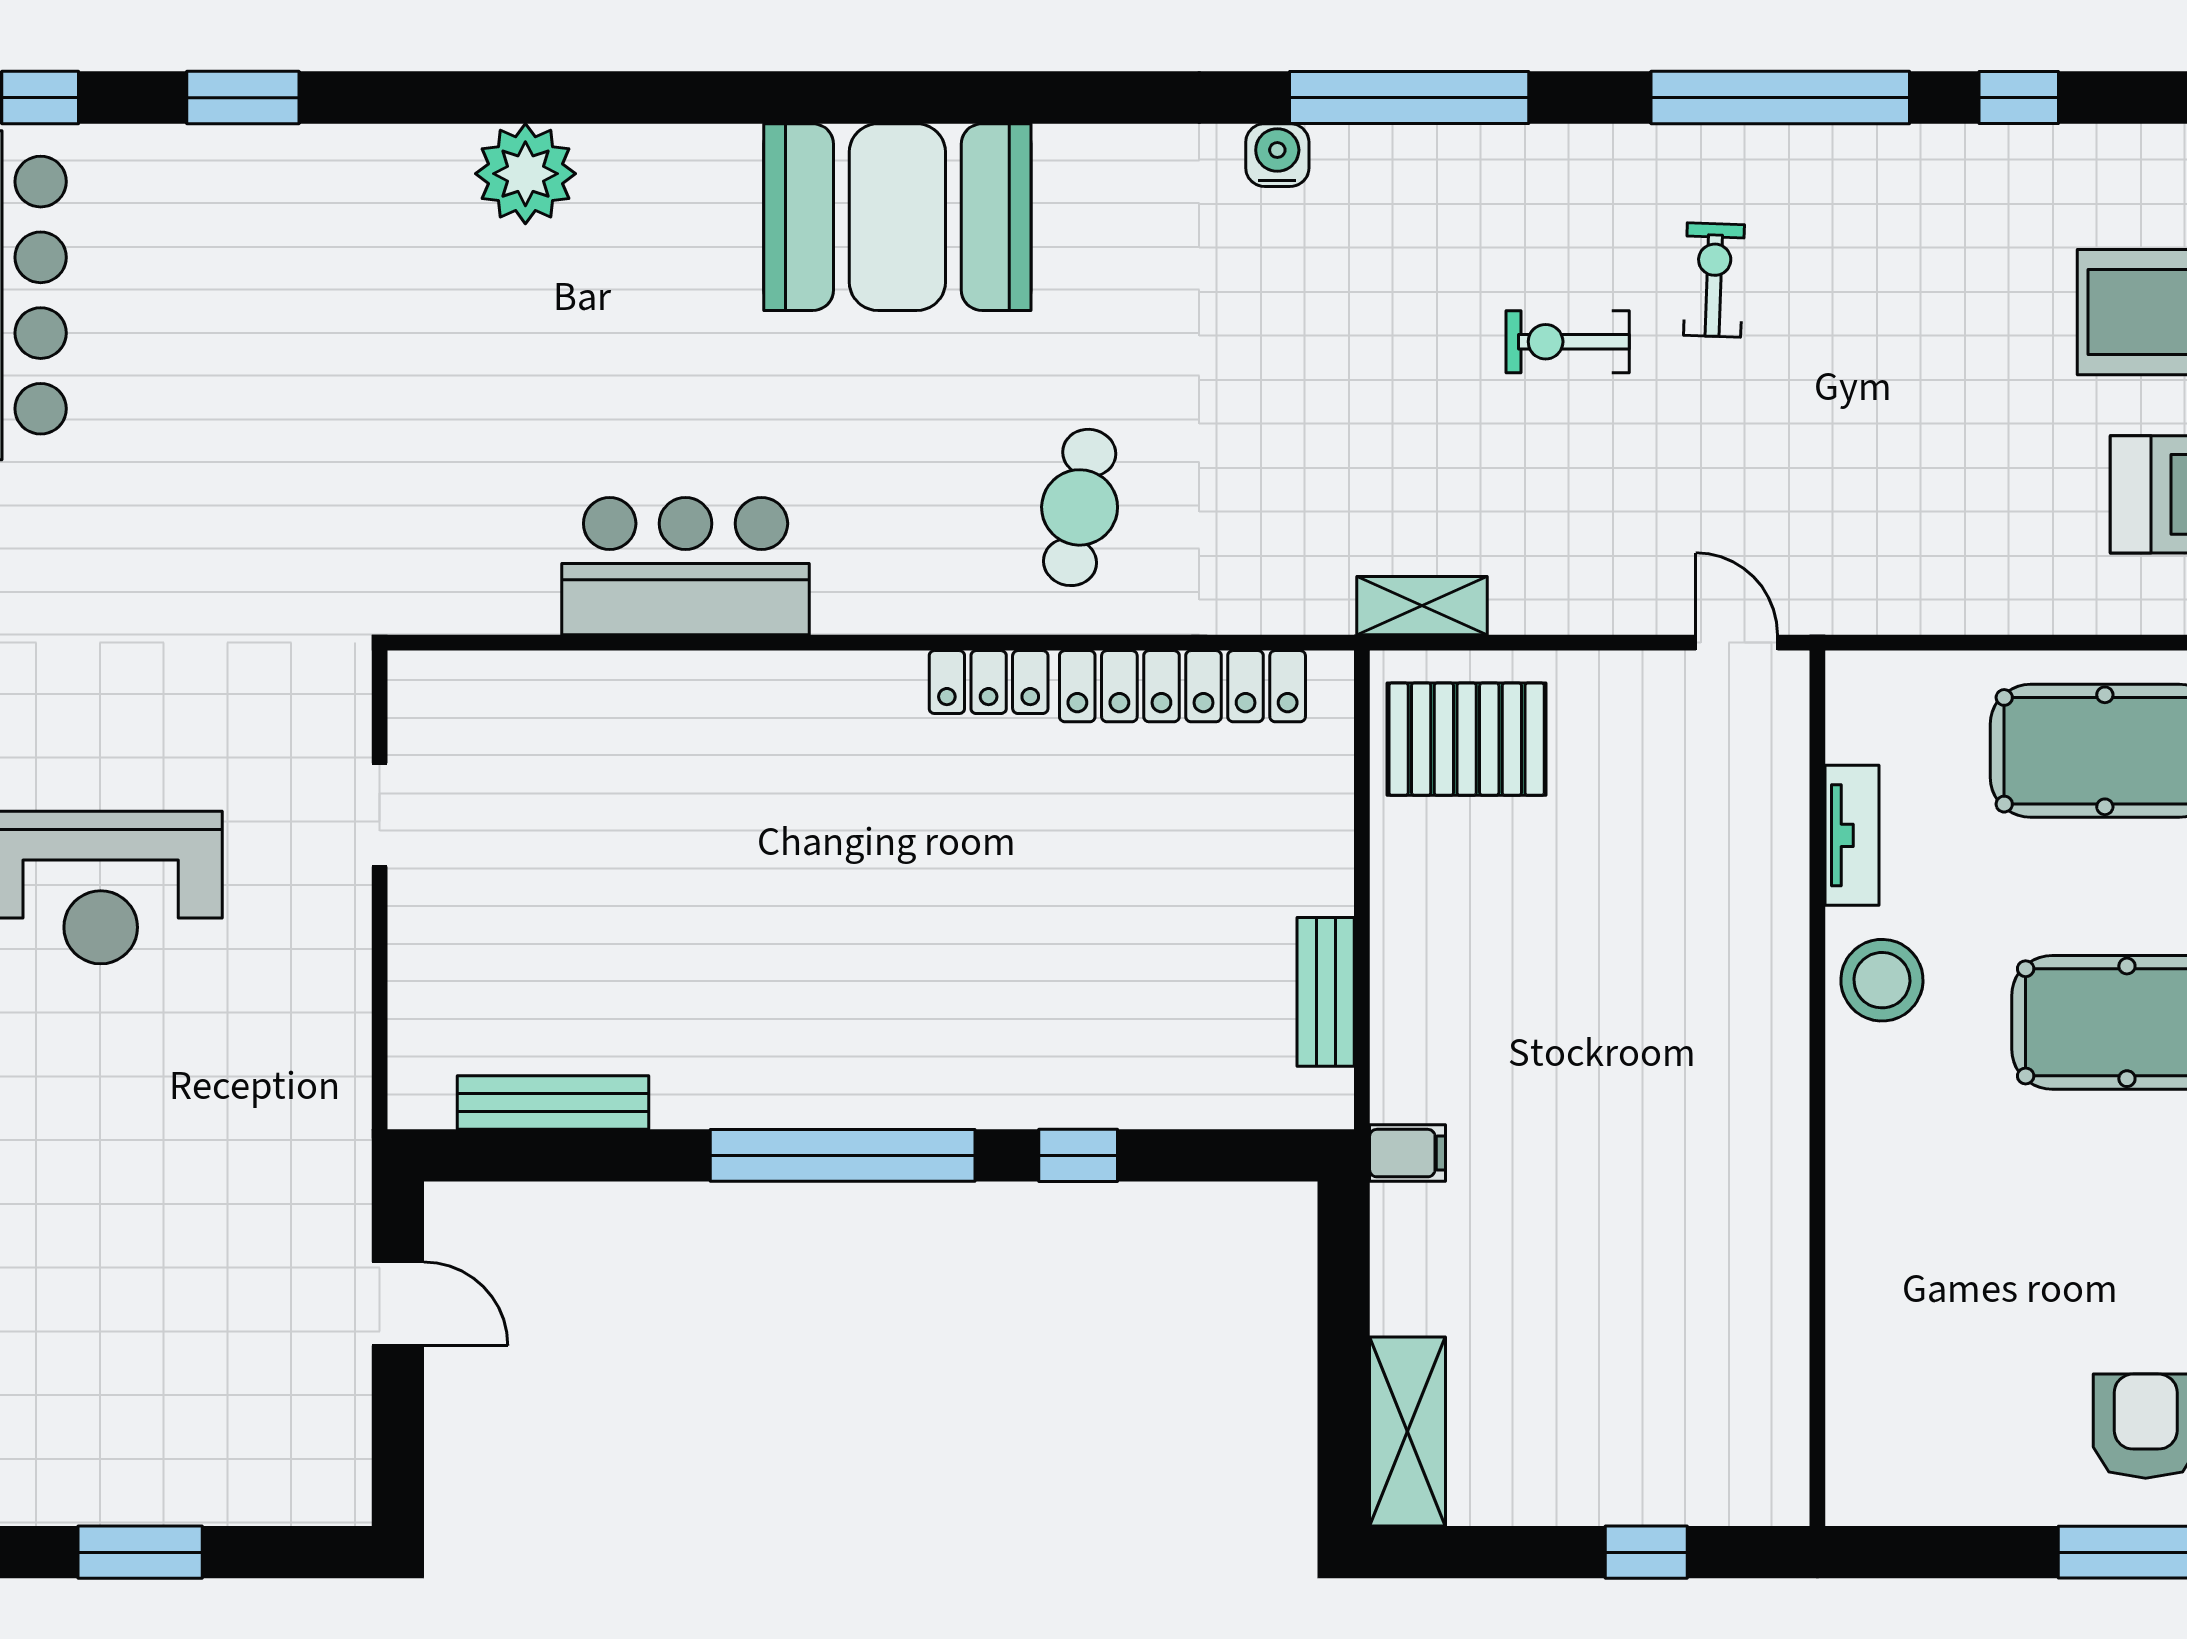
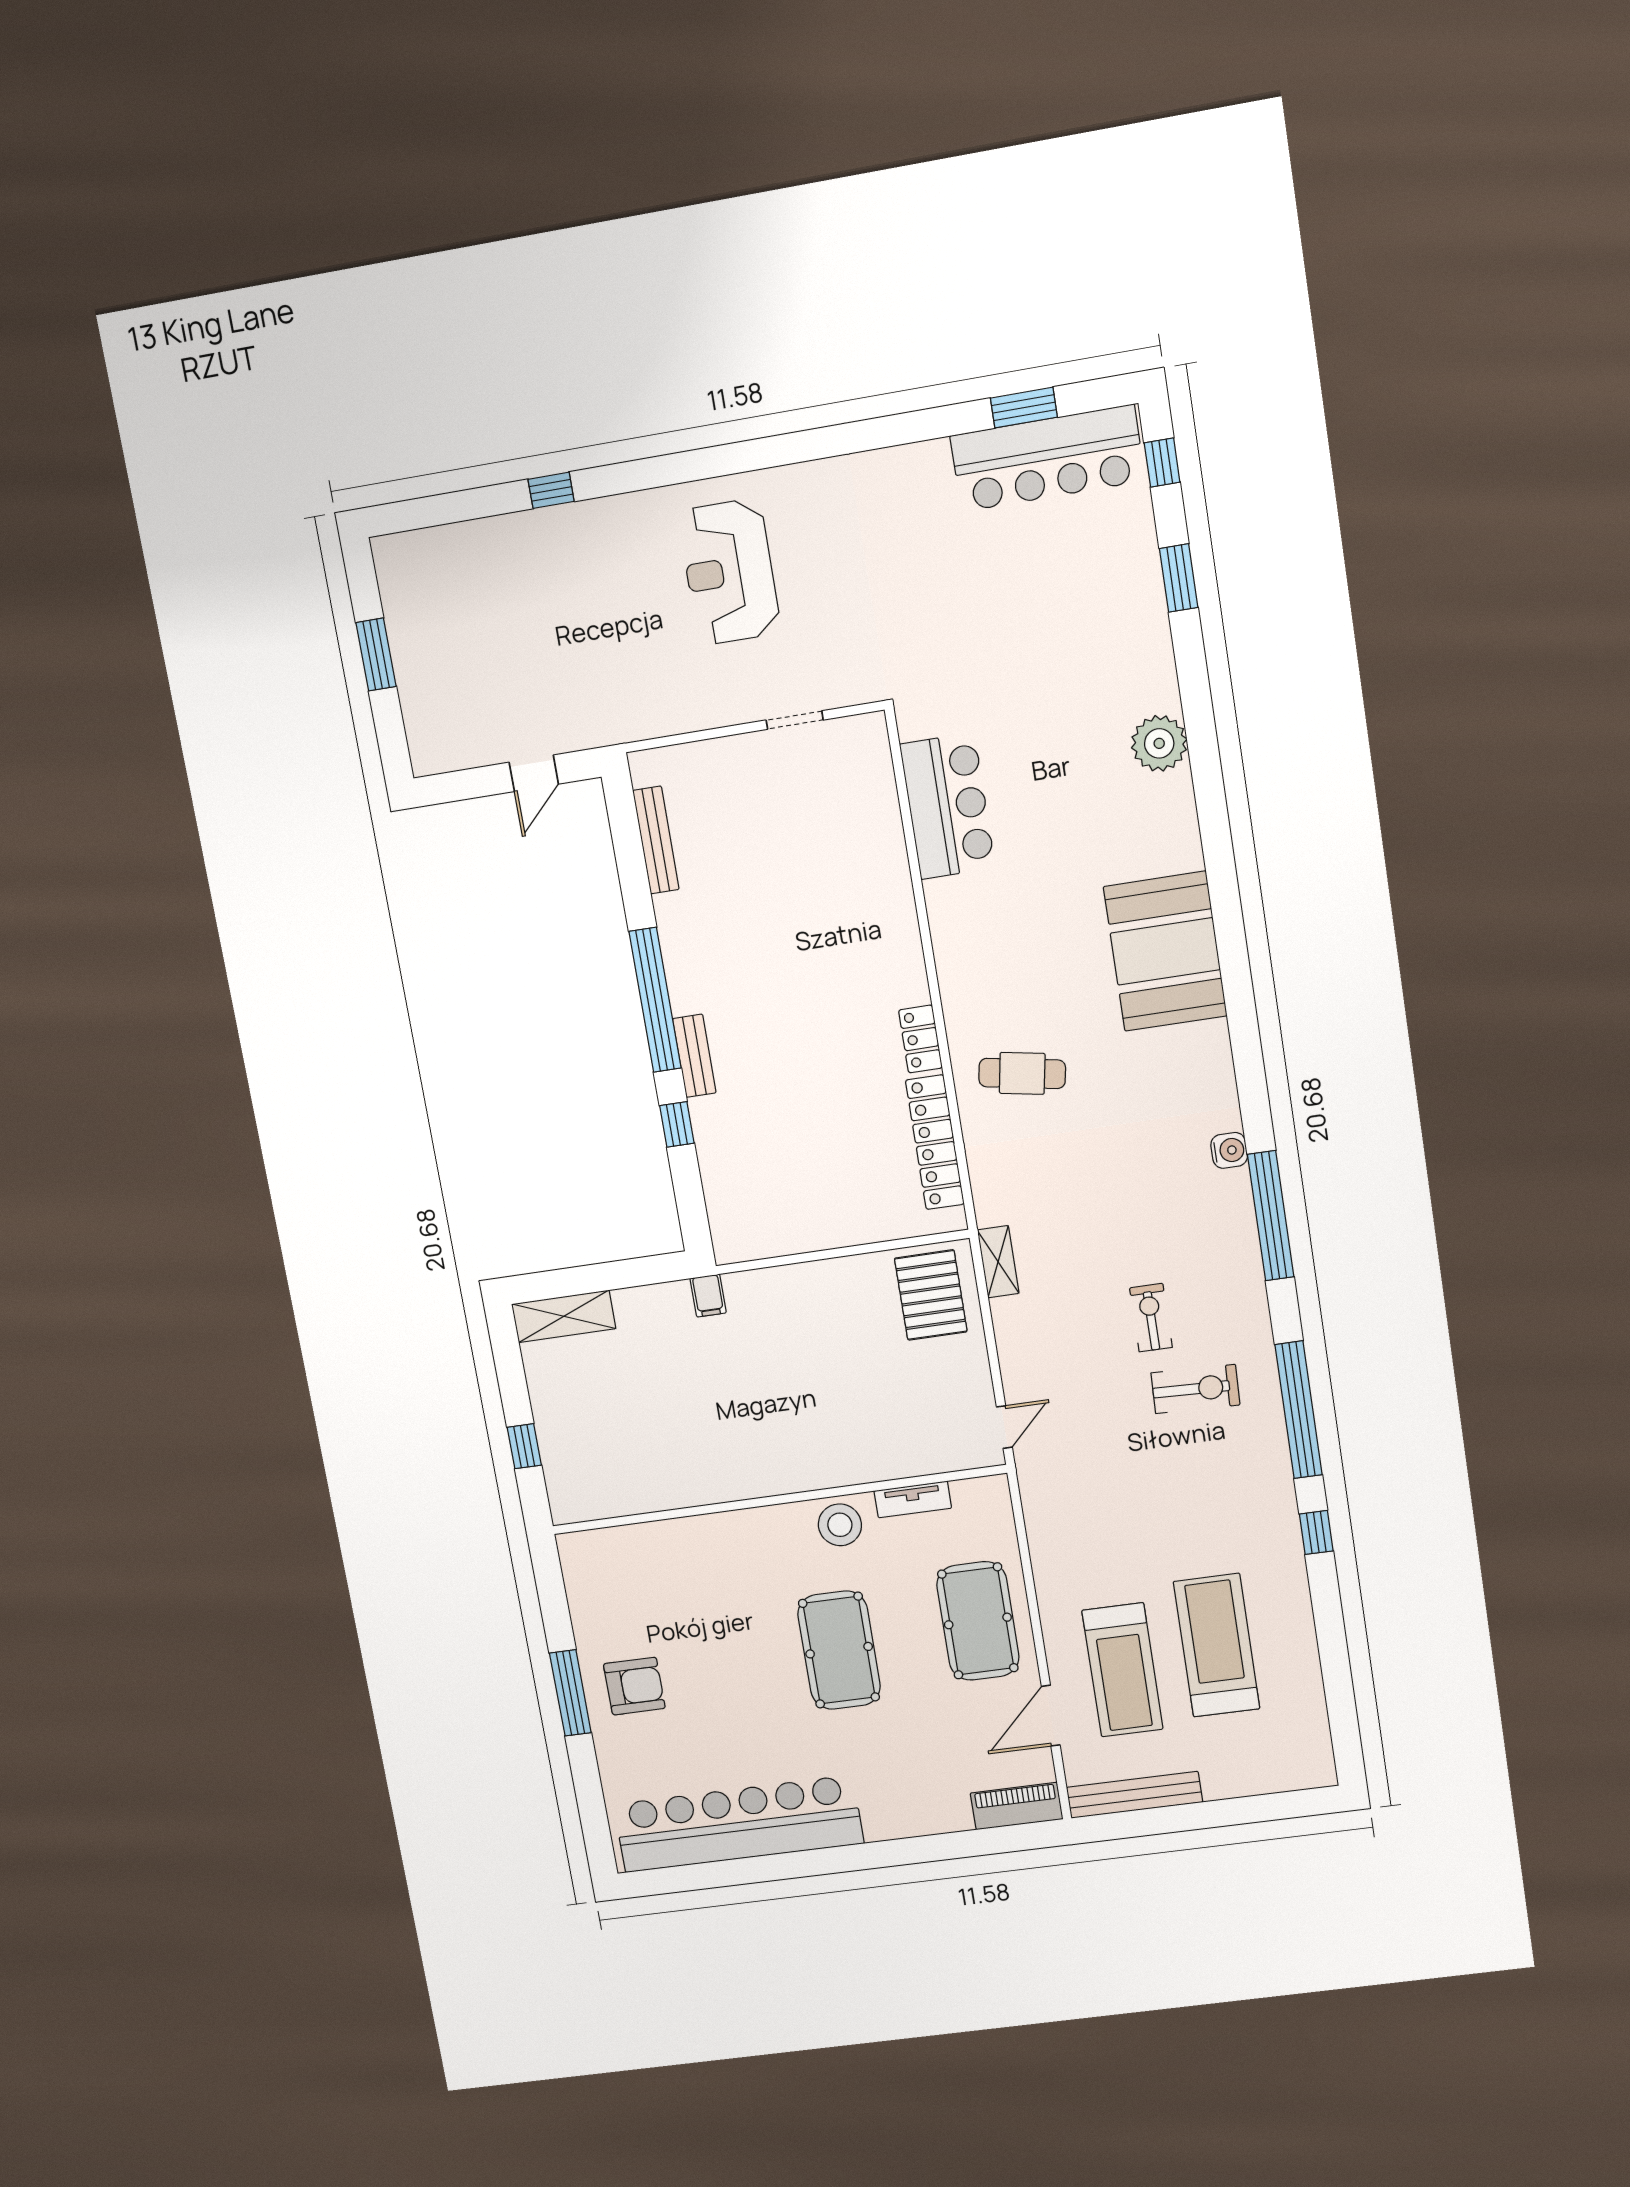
exercise bike: (1714, 280) -> (1195, 1389), width x1.38, depth x1.39
bar counter: (686, 566) -> (947, 806), moved
bench: (1326, 992) -> (694, 1056), moved, turned 90

